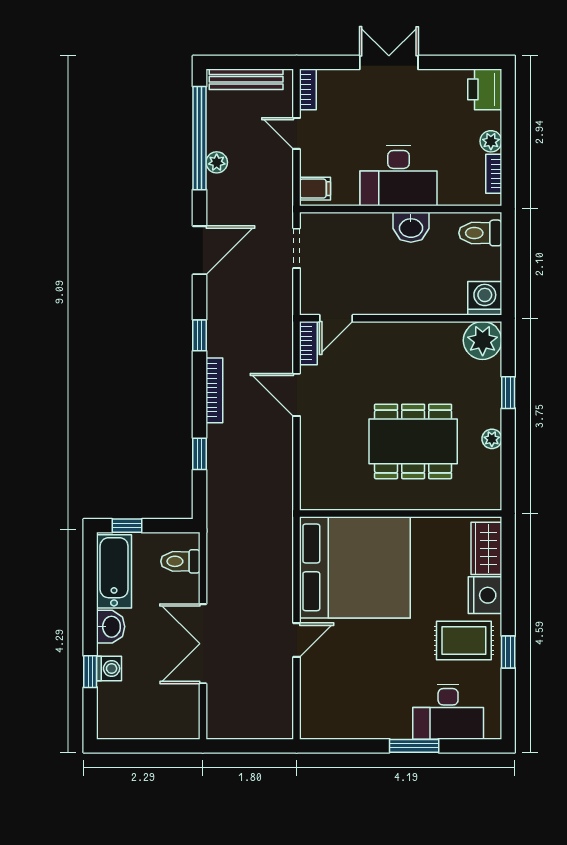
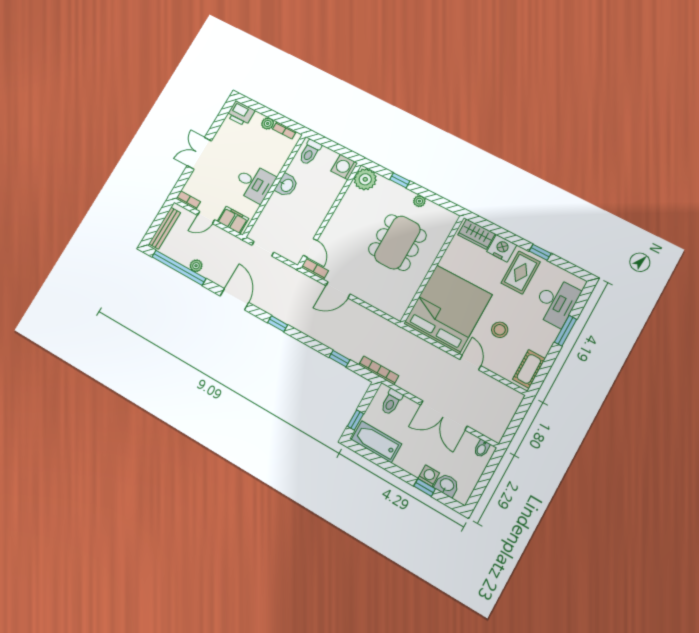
desk: (398, 176) -> (254, 183), width x0.73
filing cabinet: (315, 189) -> (233, 220), width x2.00
bookcase: (214, 390) -> (379, 370), moved
washbasin: (111, 627) -> (447, 485), moved
stool: (366, 655) -> (500, 330), added
bidet: (187, 720) -> (482, 449), added
cot: (333, 725) -> (529, 369), added

